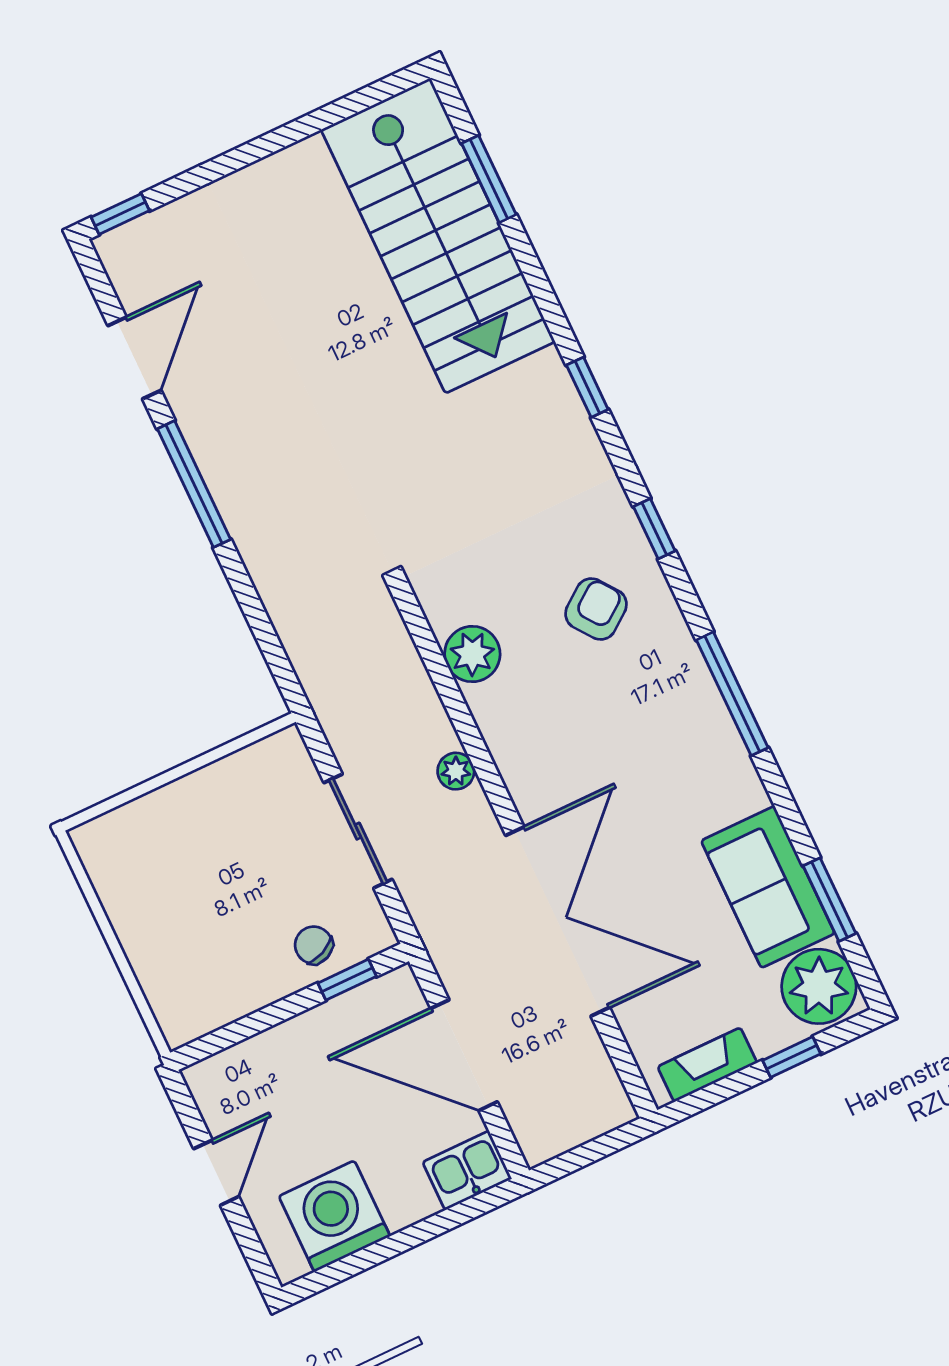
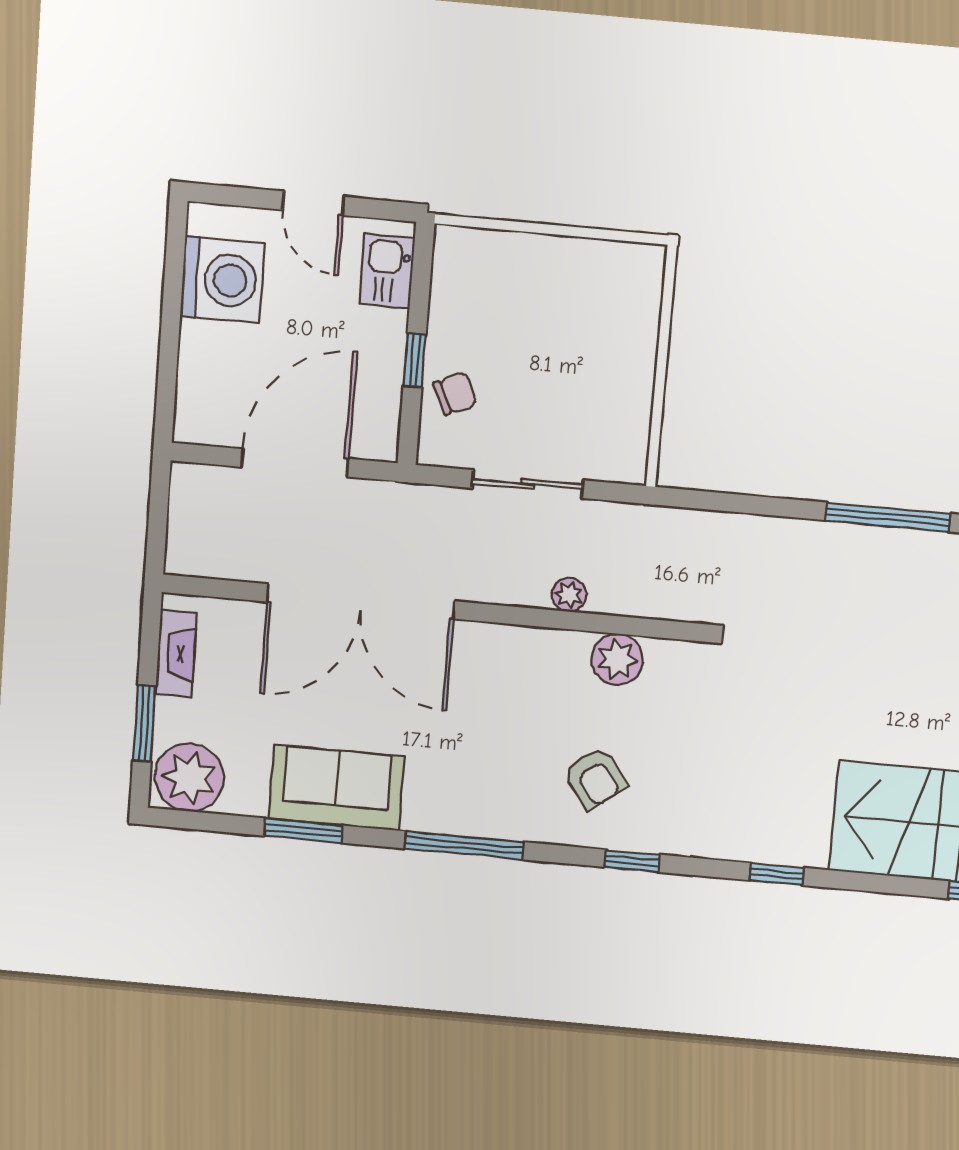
plant: (456, 771) -> (569, 595), moved
sofa: (768, 887) -> (337, 788), moved
window: (830, 900) -> (303, 831), moved
window: (347, 980) -> (415, 360), moved
window: (792, 1057) -> (144, 723), width x1.50
kitchen sink: (467, 1170) -> (387, 271), moved, turned 180

